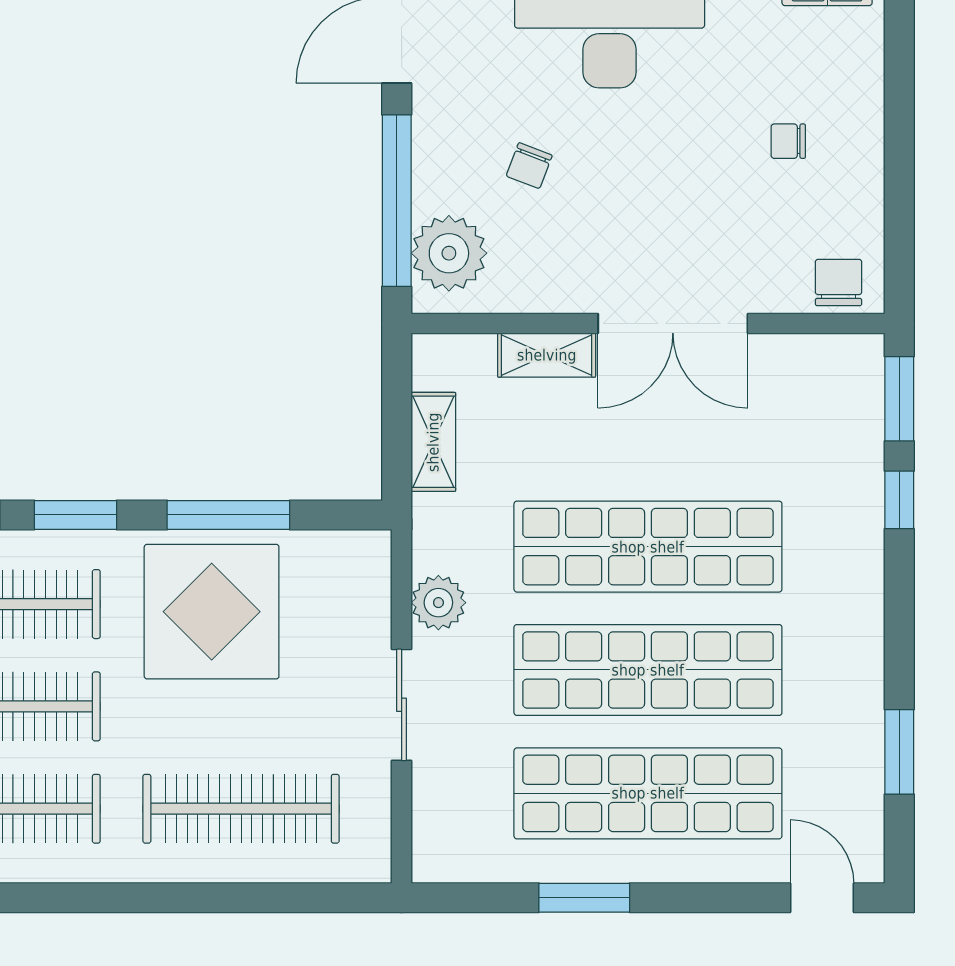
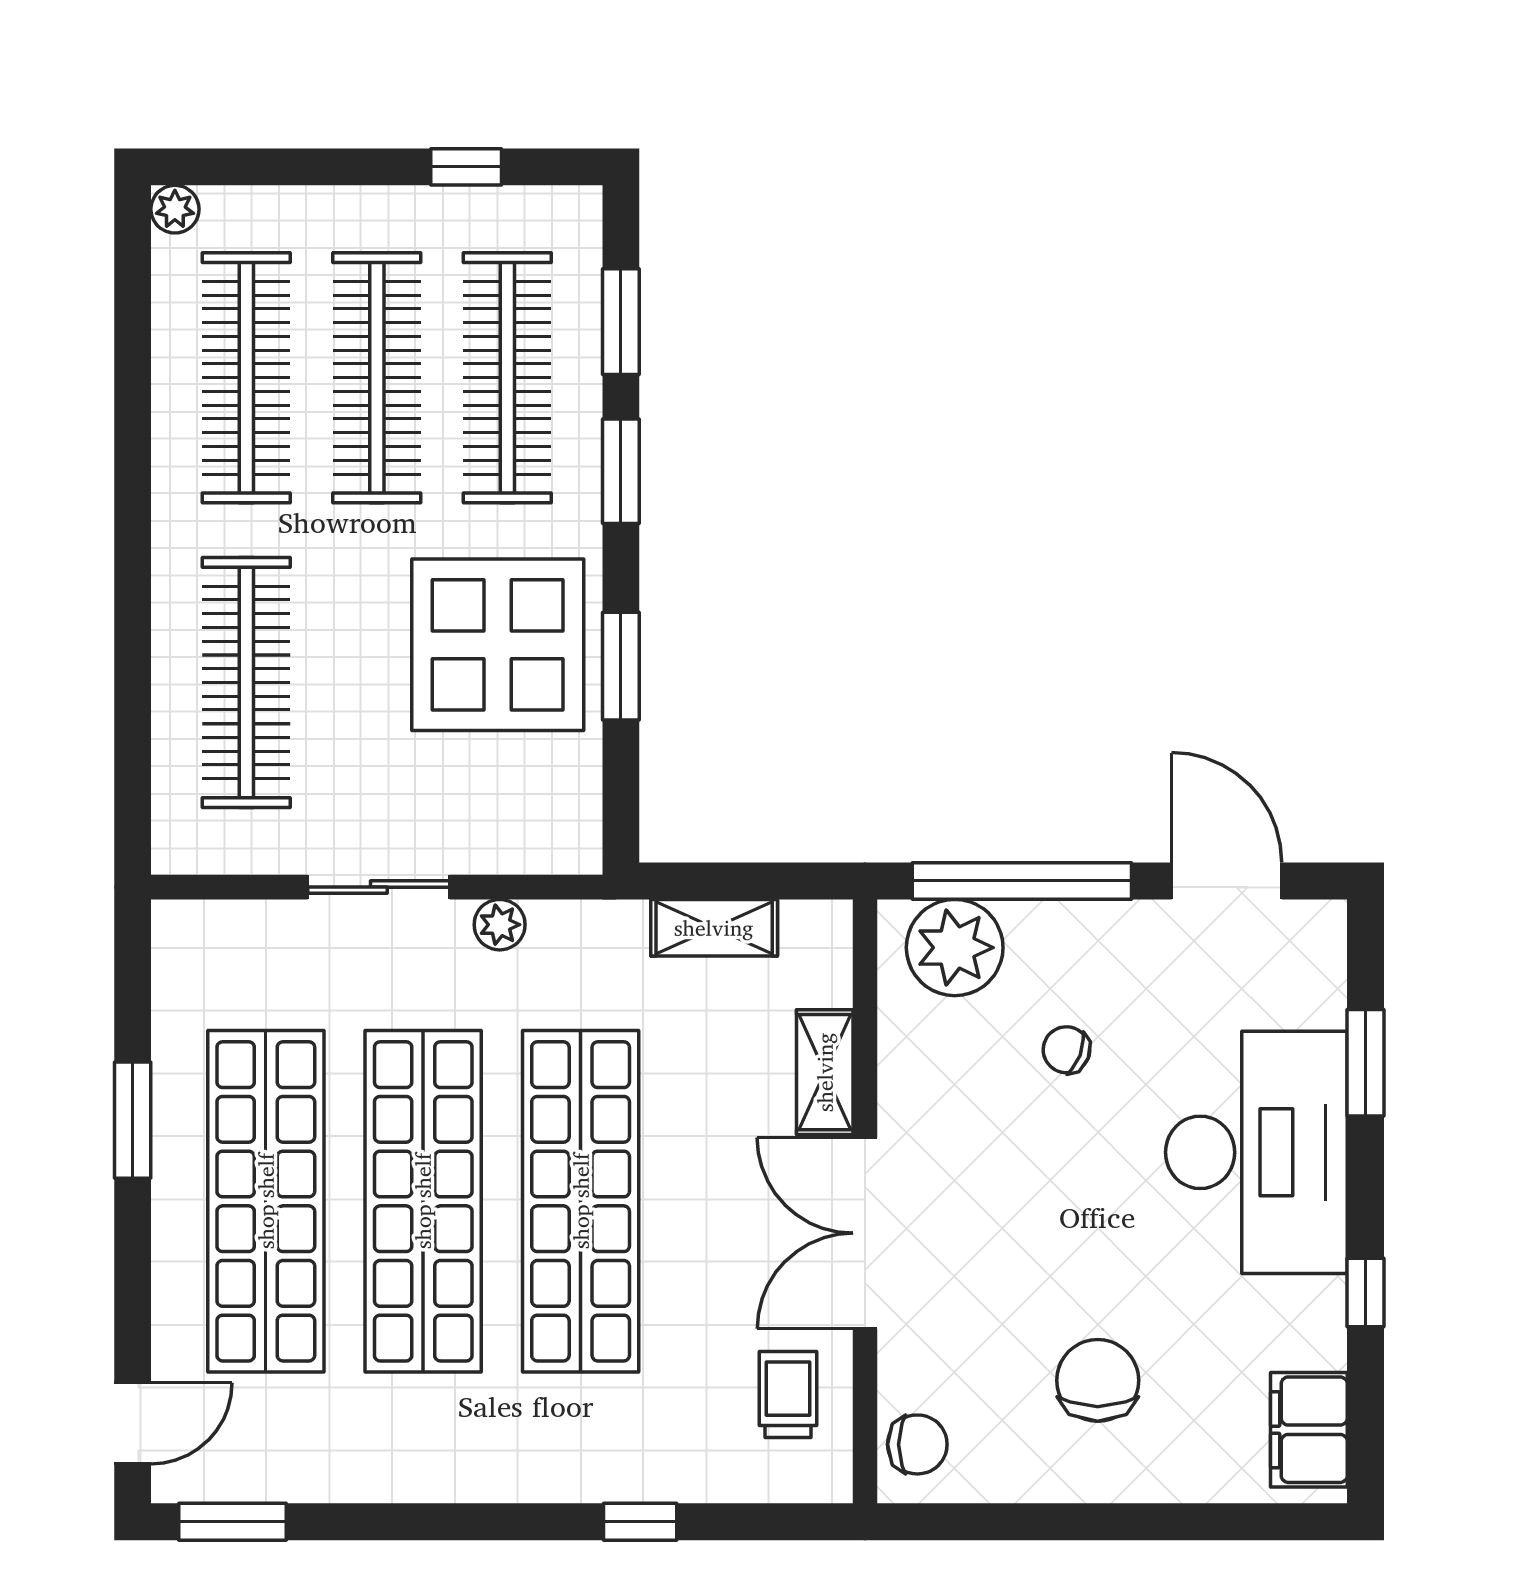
chair: (788, 141) -> (1098, 1380), width x1.87, depth x1.87
trolley: (799, 384) -> (788, 1395), added
window: (899, 399) -> (769, 1522), removed
window: (228, 515) -> (621, 666), width x0.69
plant: (438, 603) -> (500, 925), width x0.73, depth x0.73
window: (899, 752) -> (232, 1522), moved

